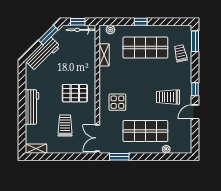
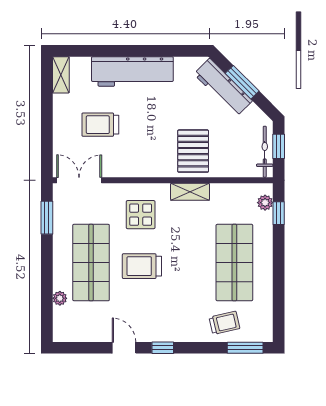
window: (141, 22) -> (279, 213), moved
window: (48, 35) -> (242, 82), moved
shelving: (104, 55) -> (190, 192), moved
pallet: (75, 93) -> (193, 151), moved
trolley: (168, 97) -> (142, 266), moved, turned -90
workbench: (32, 107) -> (132, 71), width x1.36, depth x1.32
trolley: (65, 126) -> (100, 125), turned 180

